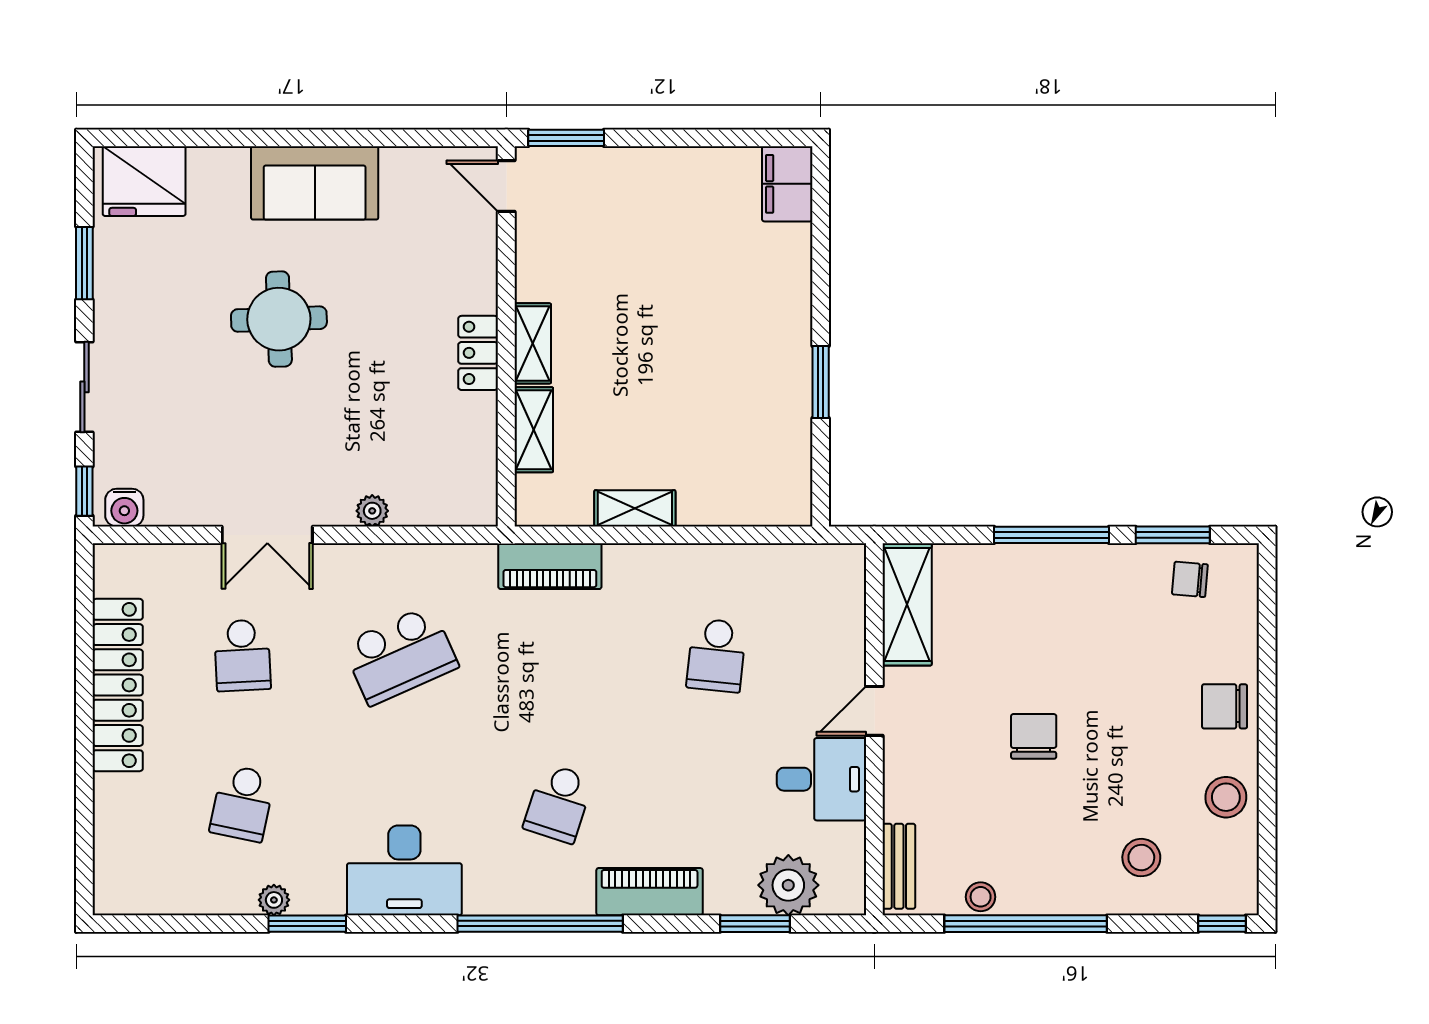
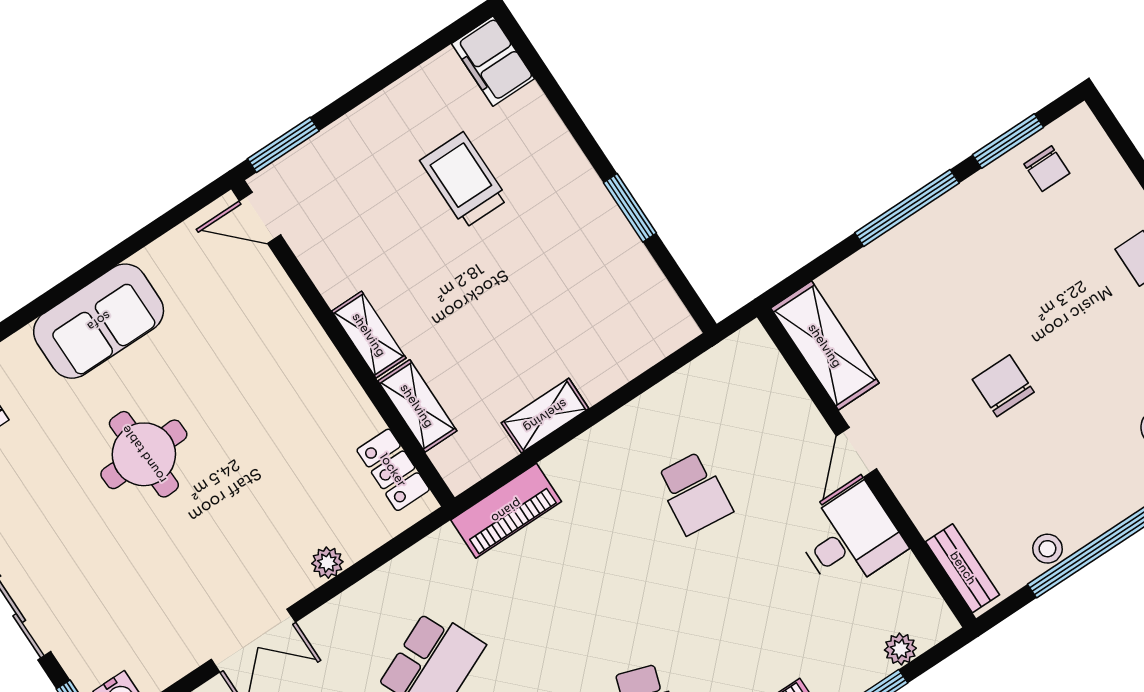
trolley: (697, 267) -> (464, 180), added
locker: (478, 353) -> (393, 470), moved
chair: (1190, 579) -> (1047, 169), turned -95
plant: (788, 885) -> (900, 649), width x0.53, depth x0.53

